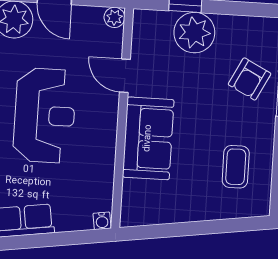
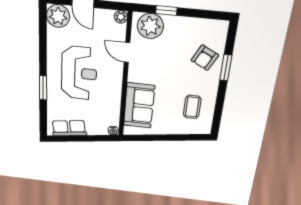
plant: (194, 33) -> (150, 26), moved
sofa: (148, 138) -> (139, 106), moved

